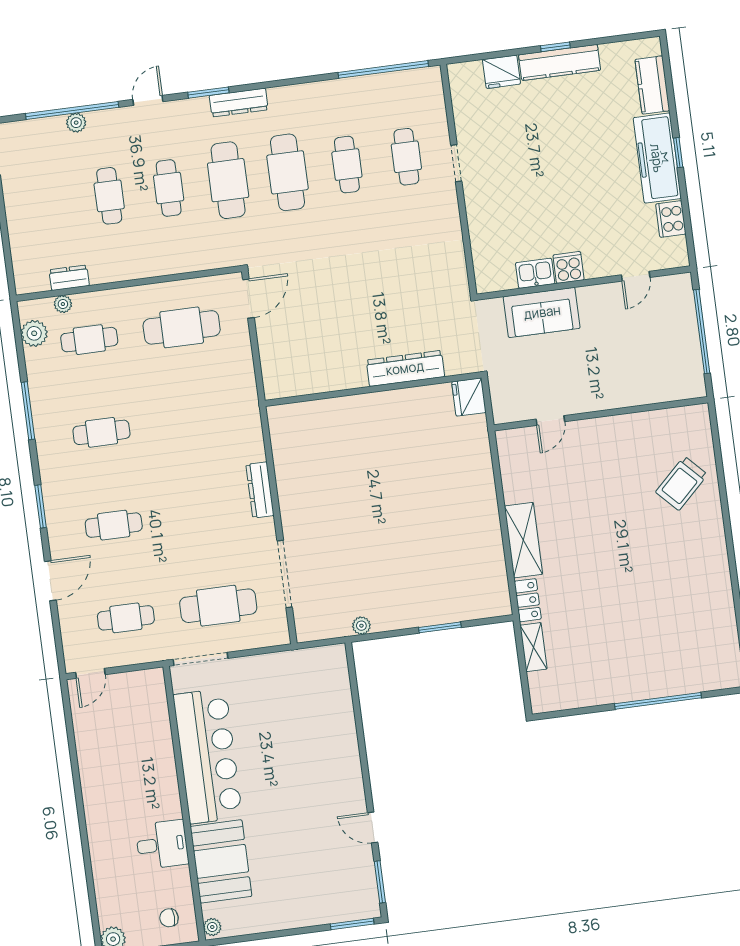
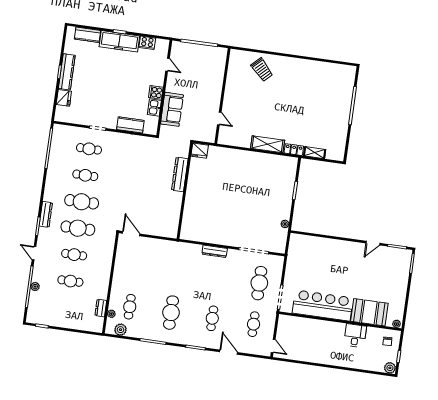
kitchen counter: (483, 232) -> (130, 125), added
cafe table: (182, 327) -> (136, 266), removed
cafe table: (101, 432) -> (171, 313), width x1.37, depth x1.35

